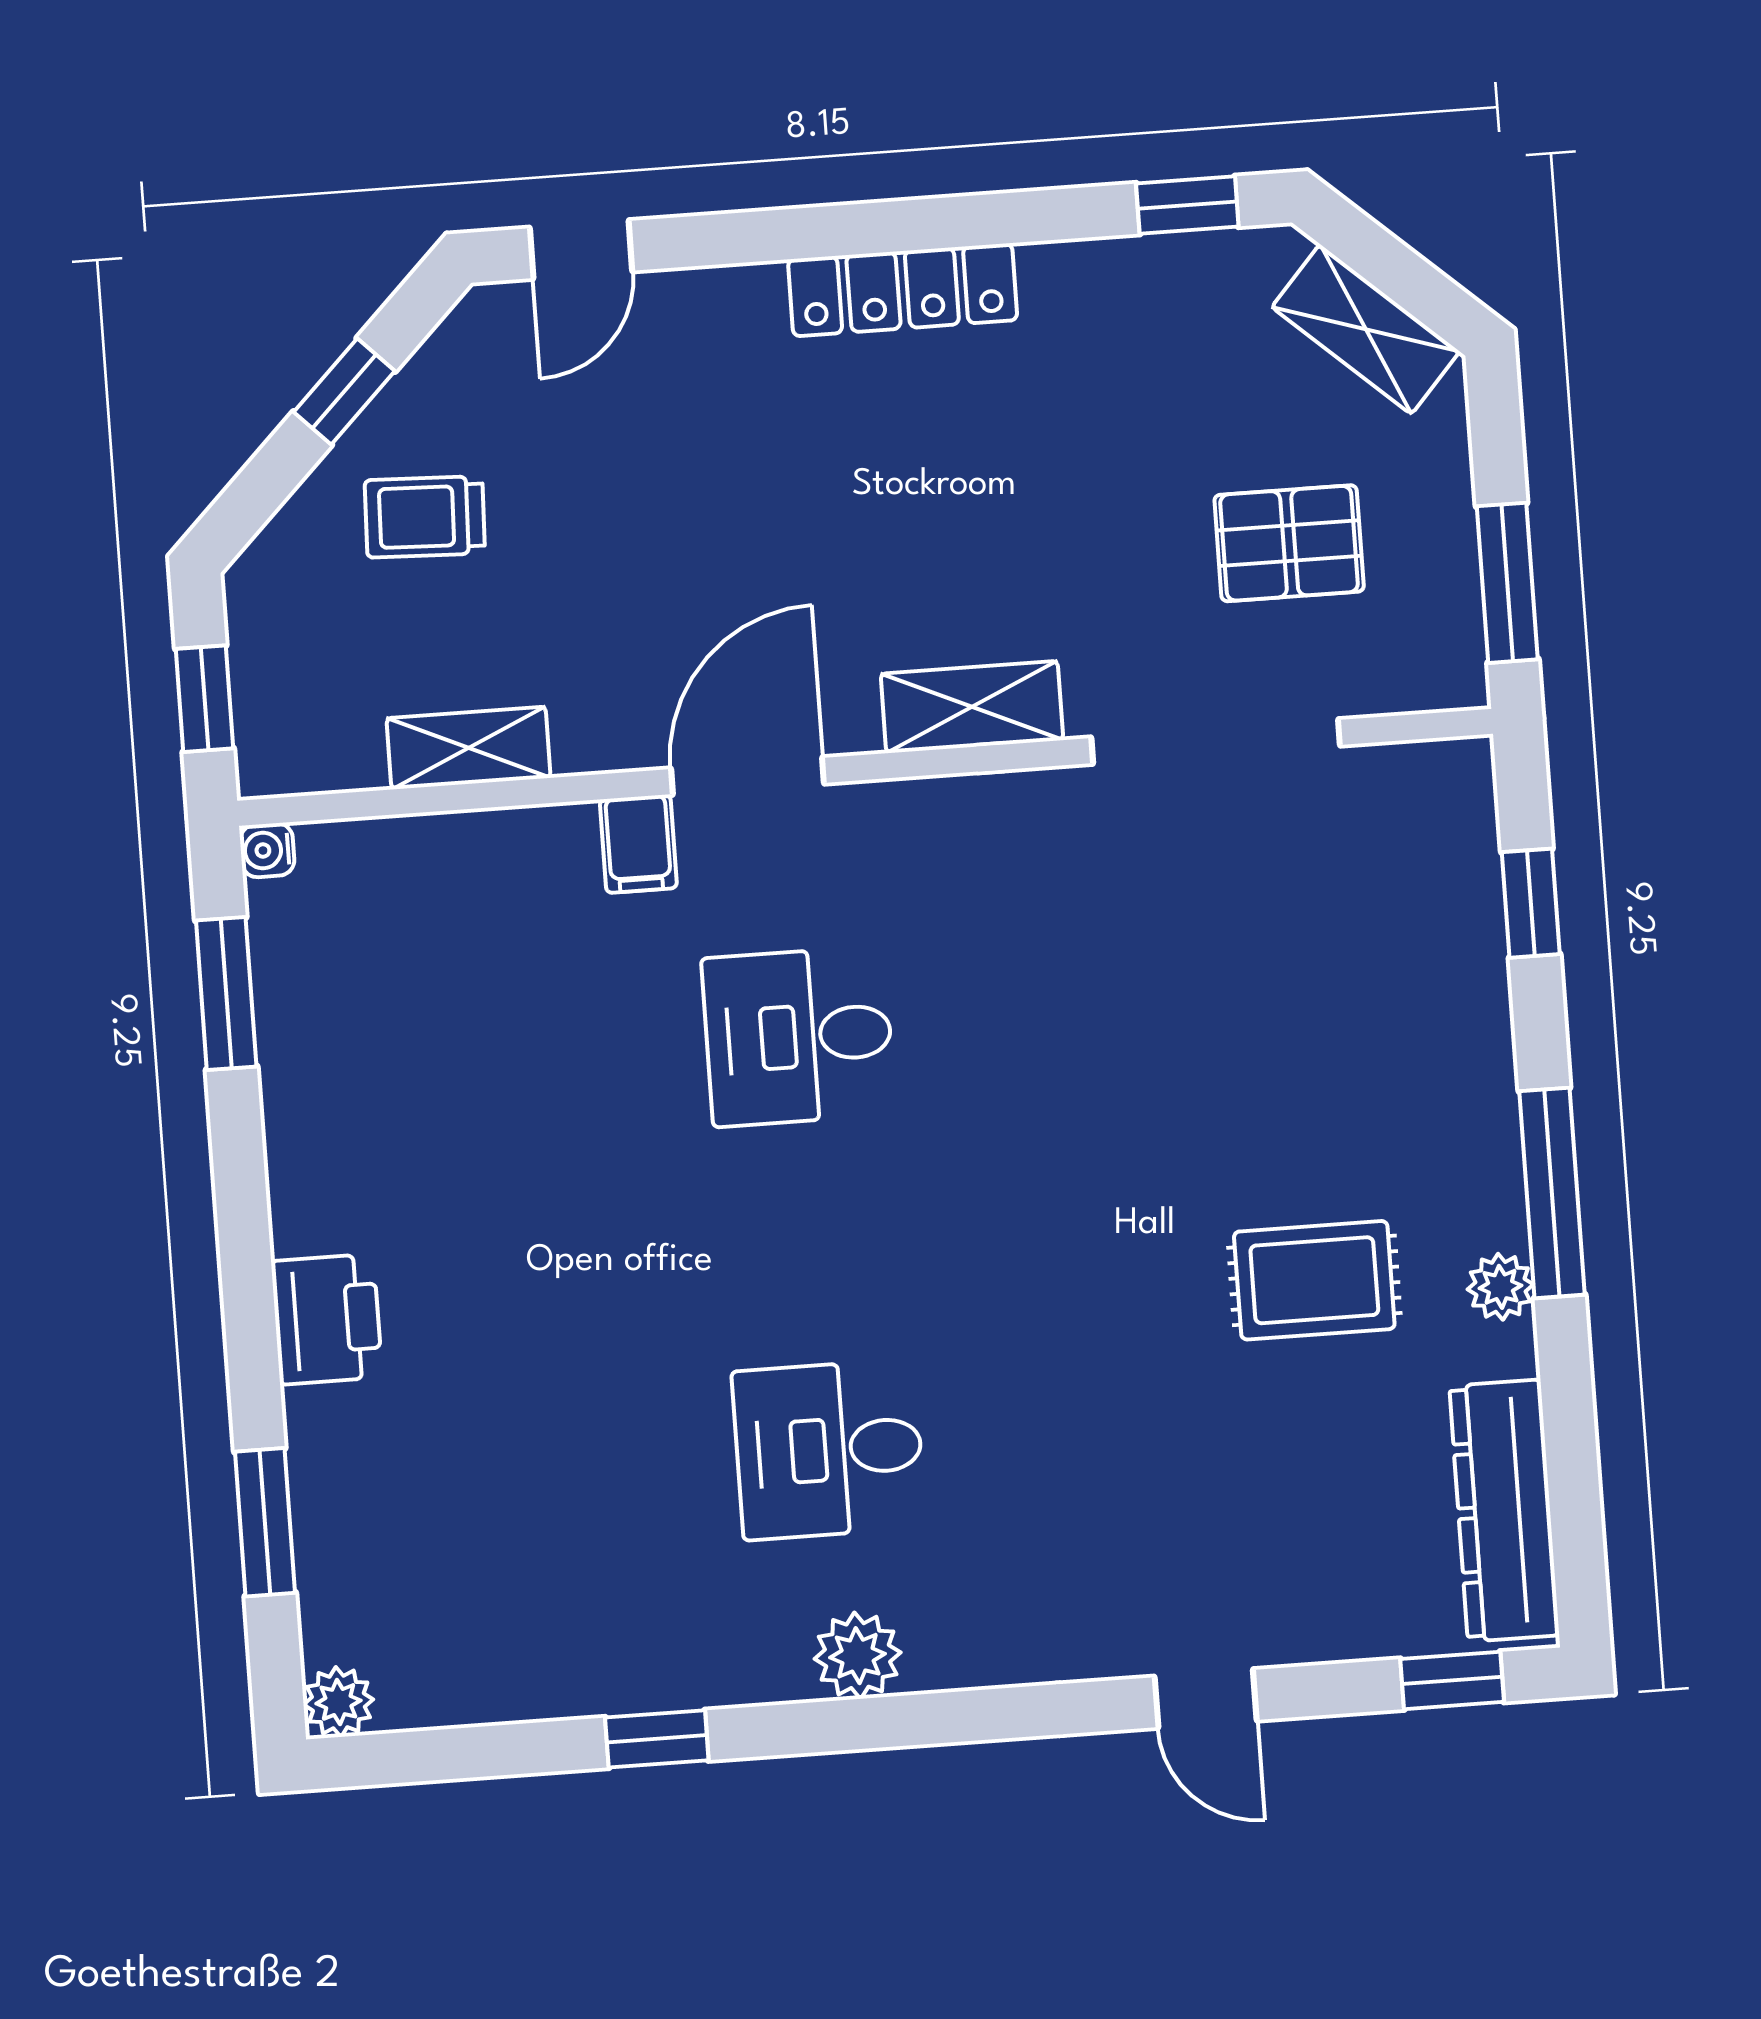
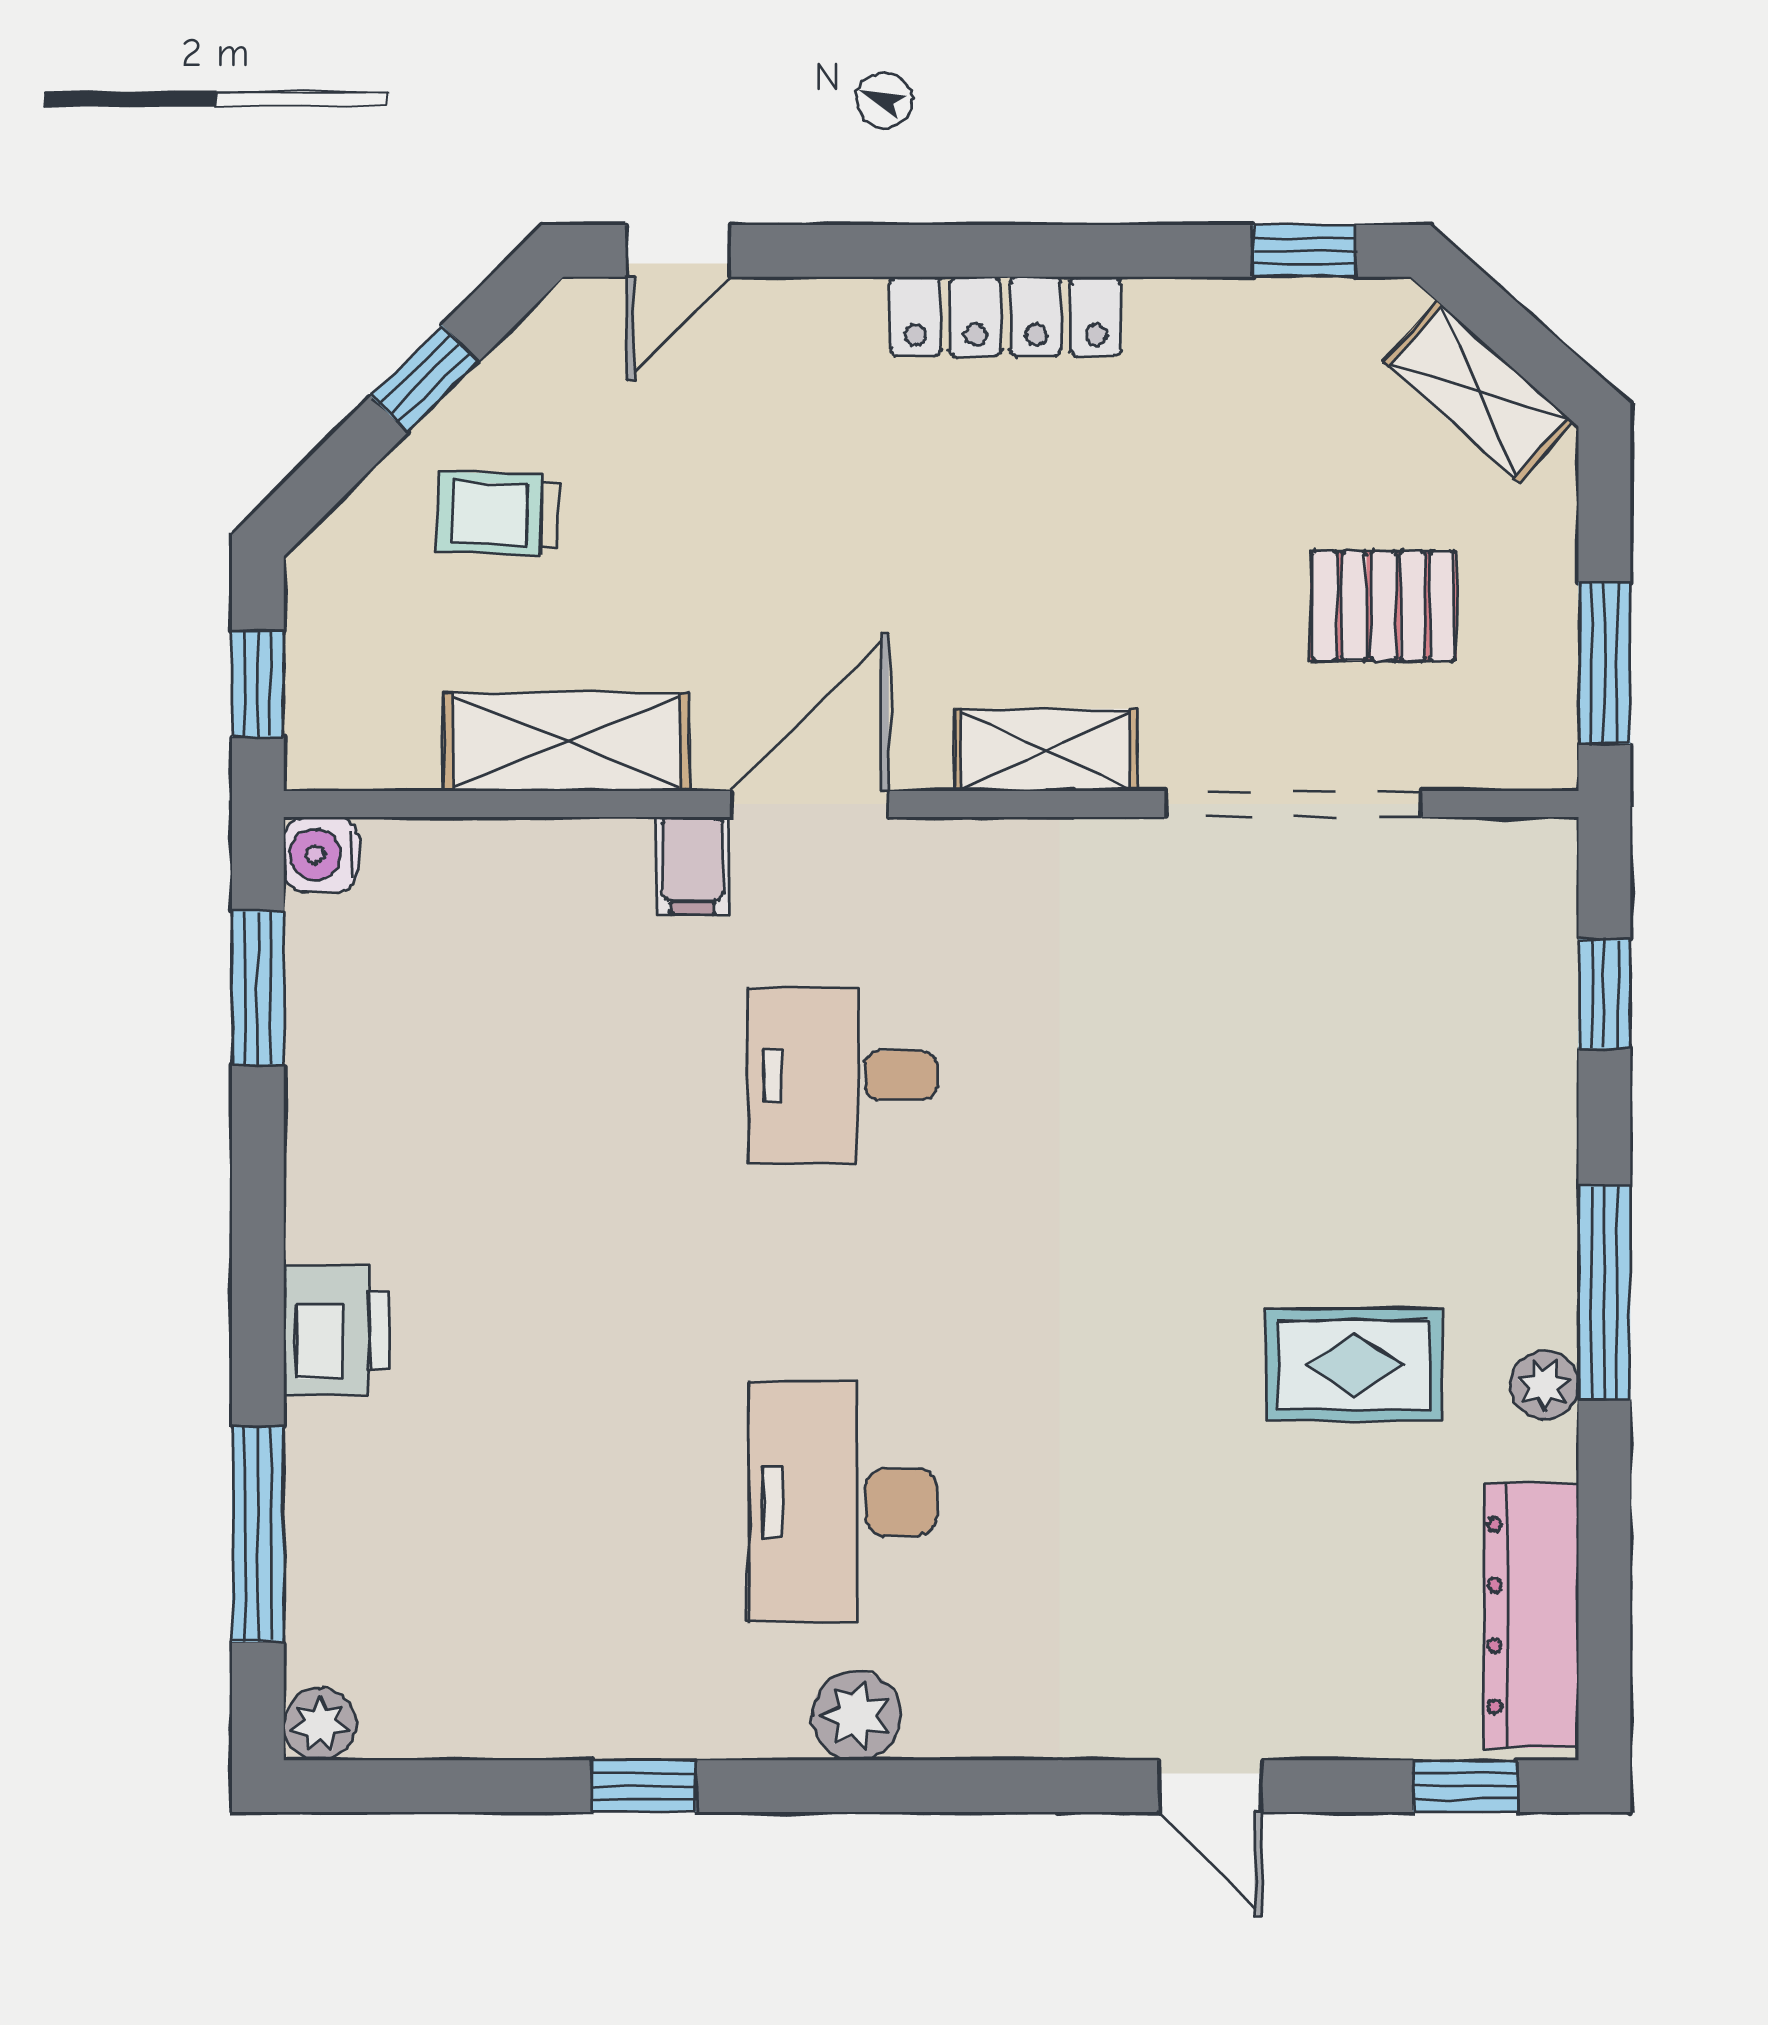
shelving: (469, 748) -> (566, 742), width x1.50, depth x1.33
water cooler: (267, 850) -> (321, 854), width x1.38, depth x1.38
desk: (829, 1450) -> (842, 1502), width x1.37
window: (265, 1522) -> (258, 1534), width x1.44

